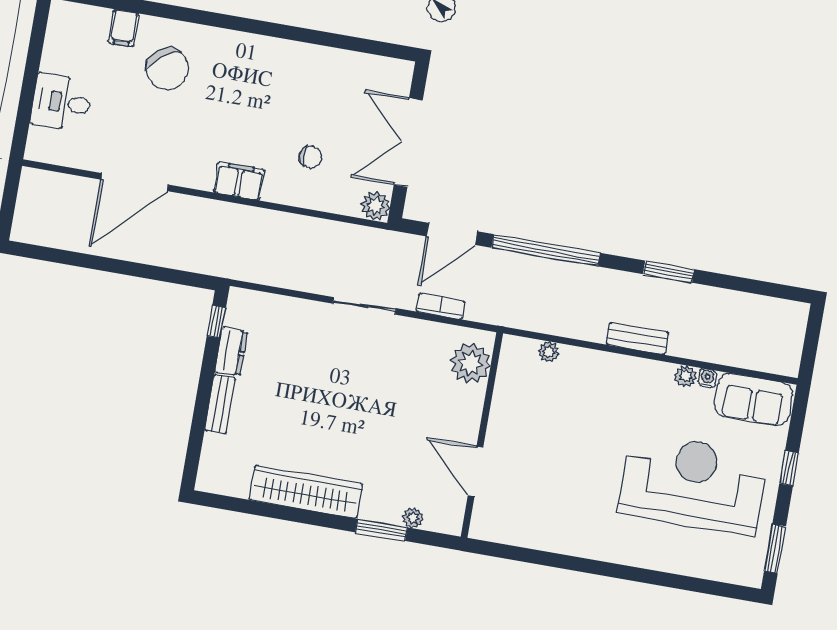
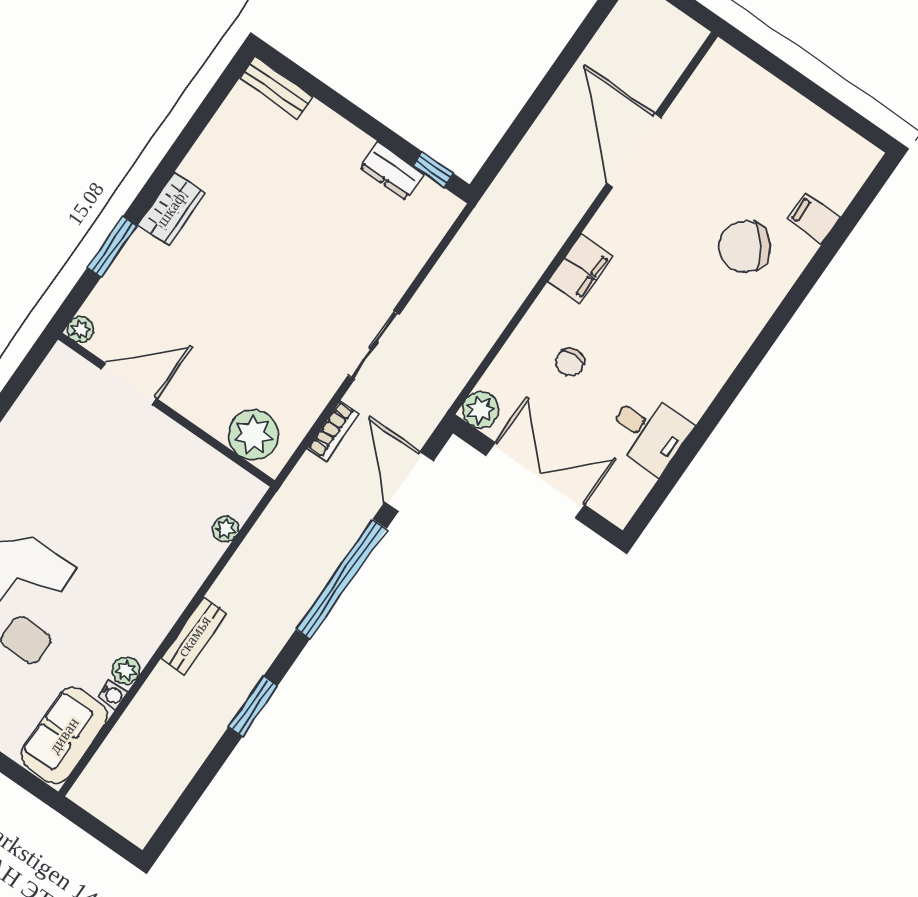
desk: (62, 102) -> (649, 432), moved, turned 90
bench: (220, 404) -> (276, 87), moved
wardrobe: (306, 492) -> (171, 209), width x0.48, depth x0.85
plant: (413, 518) -> (80, 330), moved

